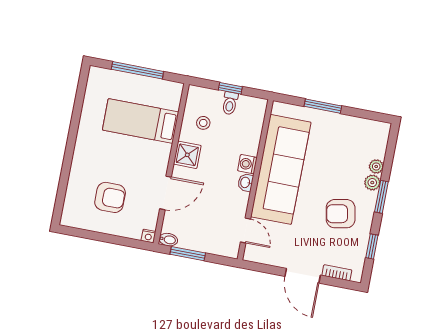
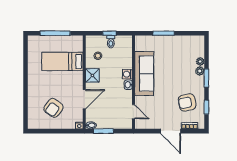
sofa: (281, 169) -> (144, 74), width x0.74, depth x0.79
armchair: (110, 197) -> (53, 108), turned 126
armchair: (341, 214) -> (187, 102), moved

